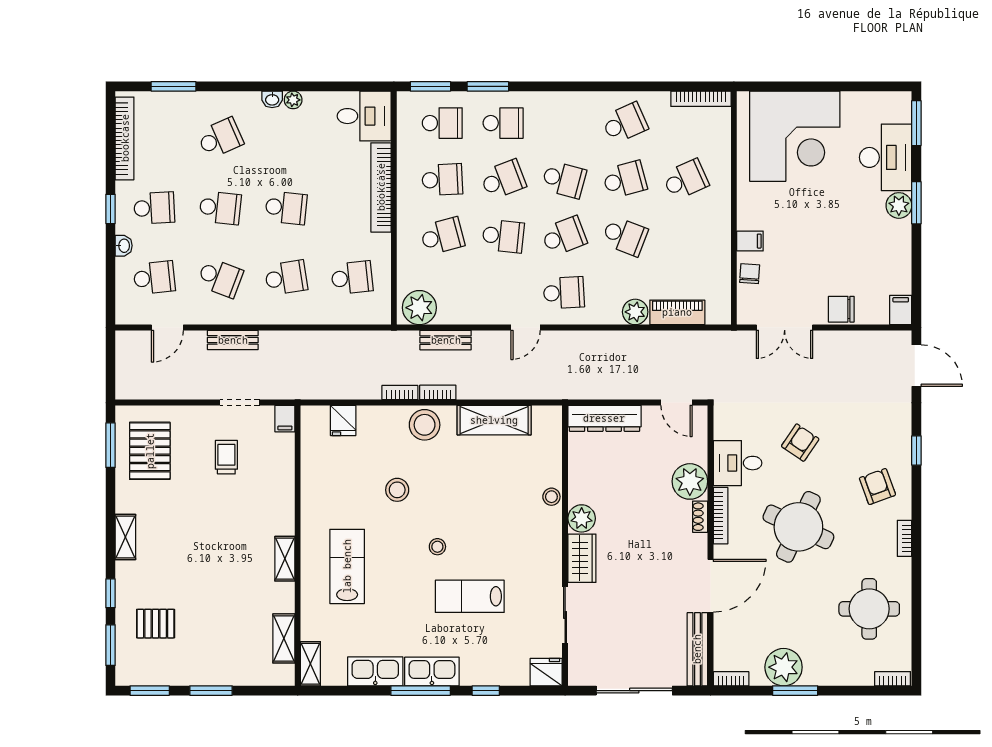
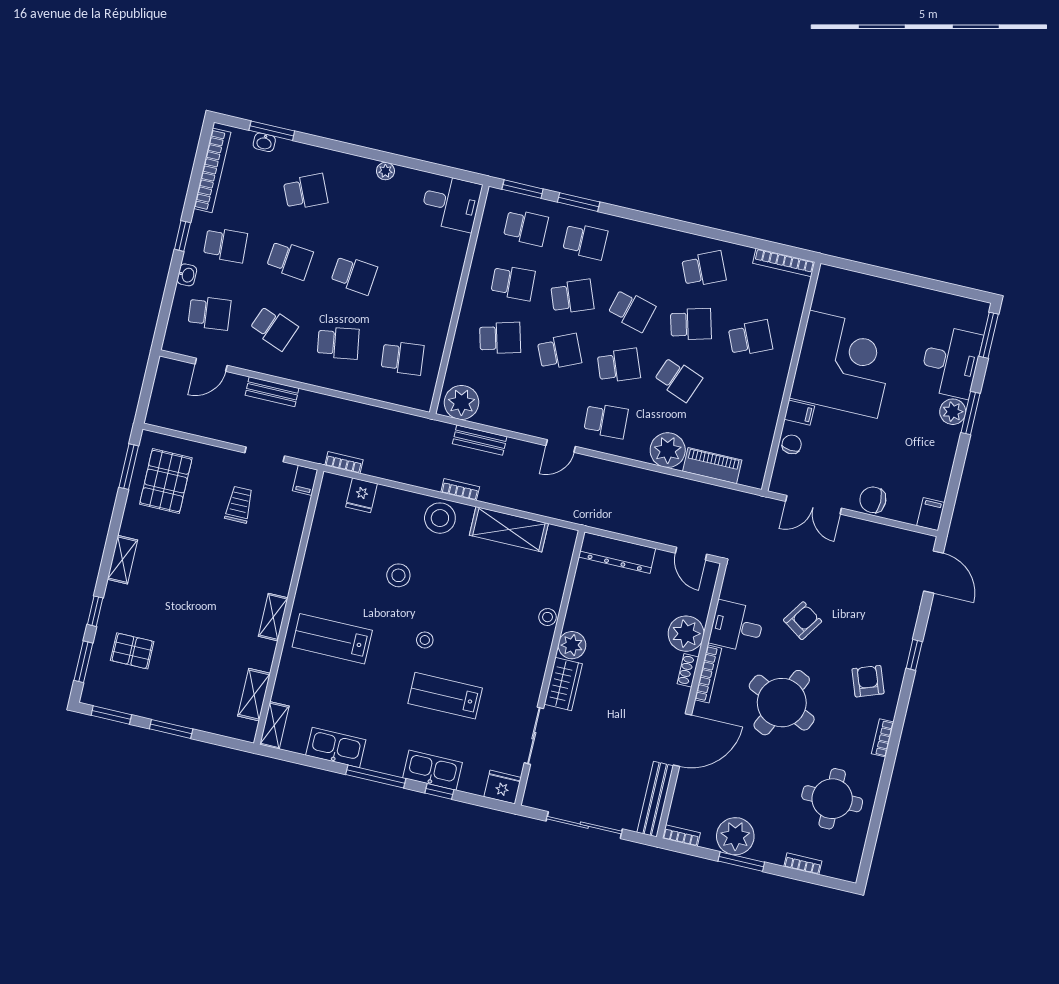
washbasin: (272, 99) -> (264, 142), moved
corner desk: (795, 136) -> (843, 364), moved, turned -90
bookcase: (381, 187) -> (451, 276), removed
school desk: (503, 236) -> (559, 352), turned -30
plant: (635, 312) -> (668, 450), width x1.36, depth x1.36
bookcase: (400, 393) -> (344, 463), moved
lab bench: (347, 566) -> (332, 639), turned -90
kitchen sink: (432, 672) -> (432, 770), moved
bookcase: (893, 679) -> (803, 864), moved

